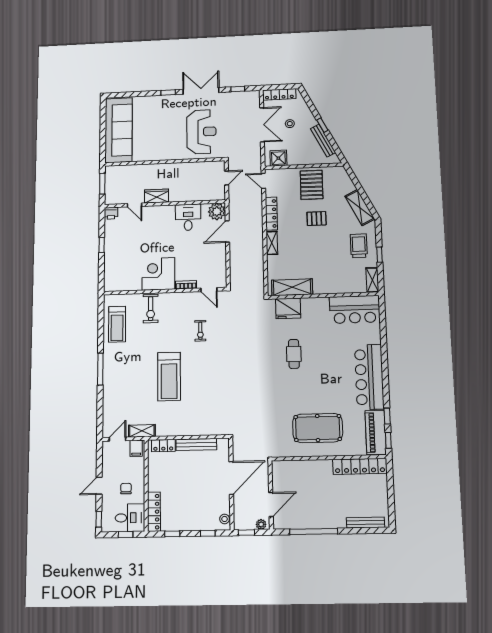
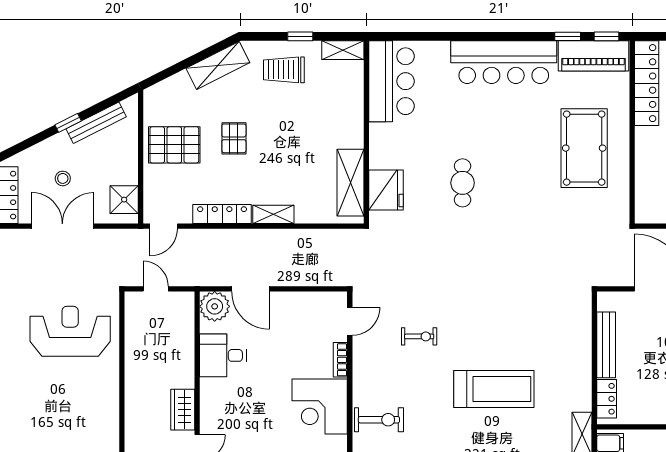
cafe table: (294, 354) -> (463, 183), turned 90

